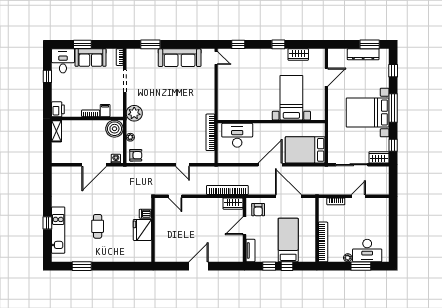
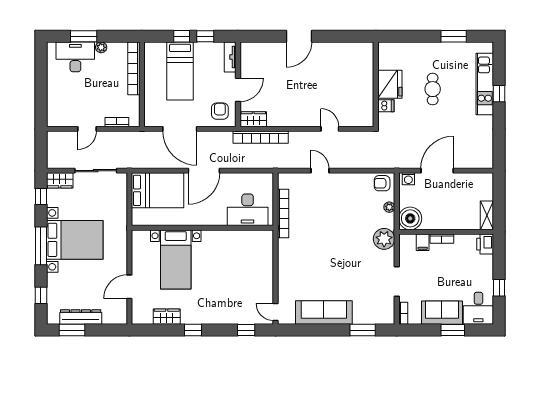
dishwasher: (145, 214) -> (386, 106), moved
fridge: (142, 230) -> (390, 84), moved
wall: (153, 230) -> (376, 84), moved

